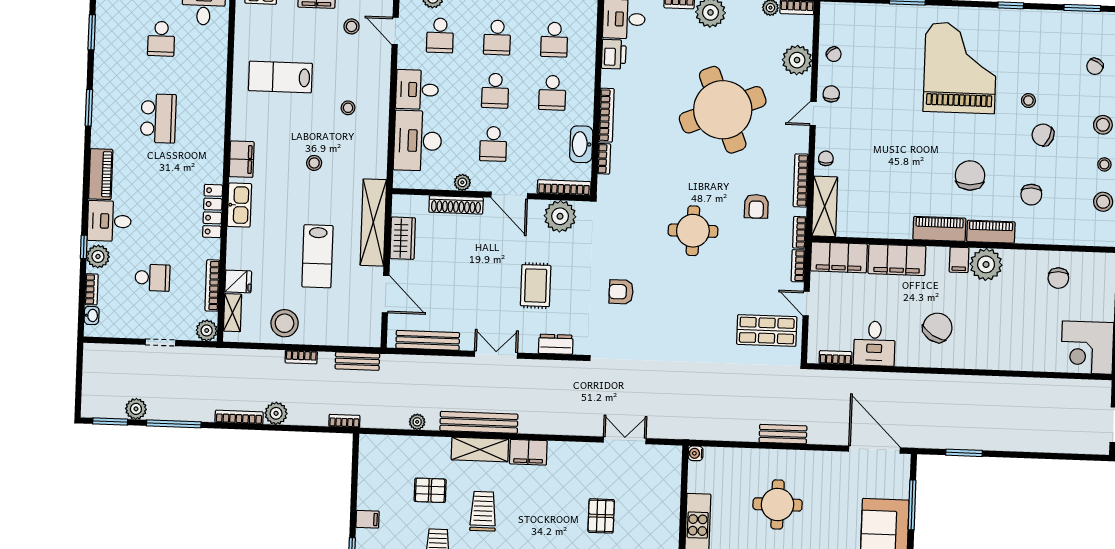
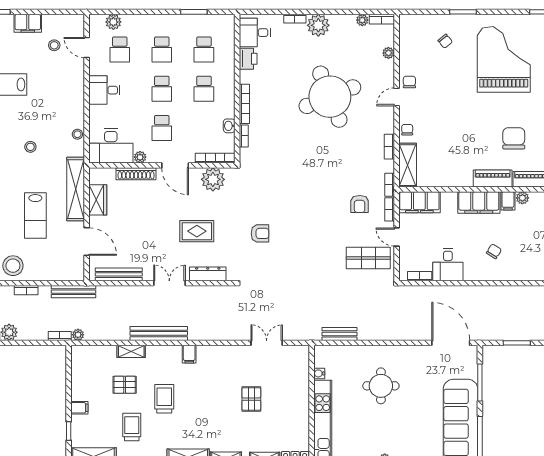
chair: (834, 54) -> (445, 41), moved
plant: (797, 60) -> (388, 53), width x0.53, depth x0.53
stool: (348, 108) -> (77, 134), moved
desk: (418, 141) -> (111, 146), moved, turned -90
washbasin: (581, 144) -> (229, 126), width x0.52, depth x0.69
bookcase: (801, 180) -> (389, 147), width x0.64
armchair: (756, 206) -> (360, 204), moved
round table: (693, 231) -> (311, 187), removed
filing cabinet: (897, 260) -> (479, 202), moved
plant: (986, 264) -> (522, 198), width x0.53, depth x0.53
rug: (536, 286) -> (197, 231), turned 90
armchair: (621, 292) -> (260, 233), turned 180
chair: (937, 328) -> (494, 251), width x0.54, depth x0.54
dresser: (556, 344) -> (208, 274), width x1.44
bench: (357, 361) -> (73, 292), width x1.36
plant: (417, 422) -> (78, 335), moved
bench: (783, 434) -> (340, 334), moved
shelving: (480, 450) -> (131, 351), moved, width x0.67, depth x0.75
filing cabinet: (528, 452) -> (189, 354), width x0.50
water cooler: (696, 453) -> (319, 373), moved

